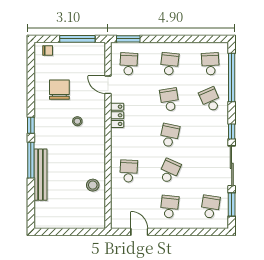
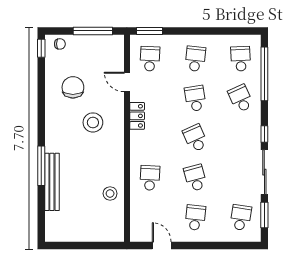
stool: (77, 121) -> (93, 122), width x1.89, depth x1.89
window: (31, 125) -> (41, 48), moved
school desk: (169, 135) -> (195, 138), turned -36
school desk: (169, 171) -> (195, 178), turned -39

